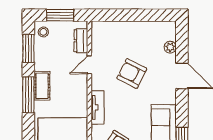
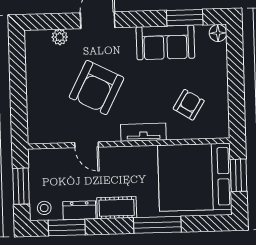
dresser: (81, 41) -> (79, 210), moved, turned 180
armchair: (132, 73) -> (97, 88), width x1.36, depth x1.36
window: (28, 95) -> (157, 225), moved

